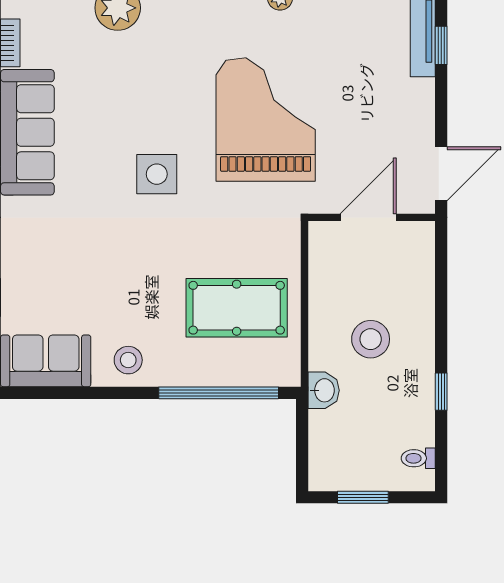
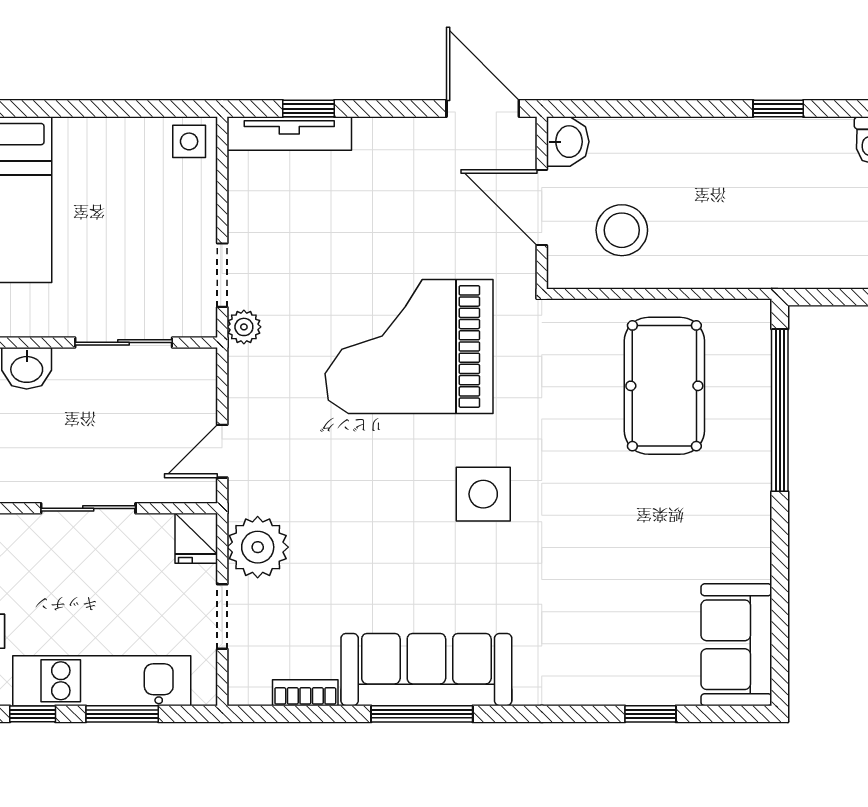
stool: (371, 339) -> (622, 230), moved
stool: (128, 360) -> (735, 533), removed
washbasin: (324, 390) -> (568, 142), moved, turned 90

